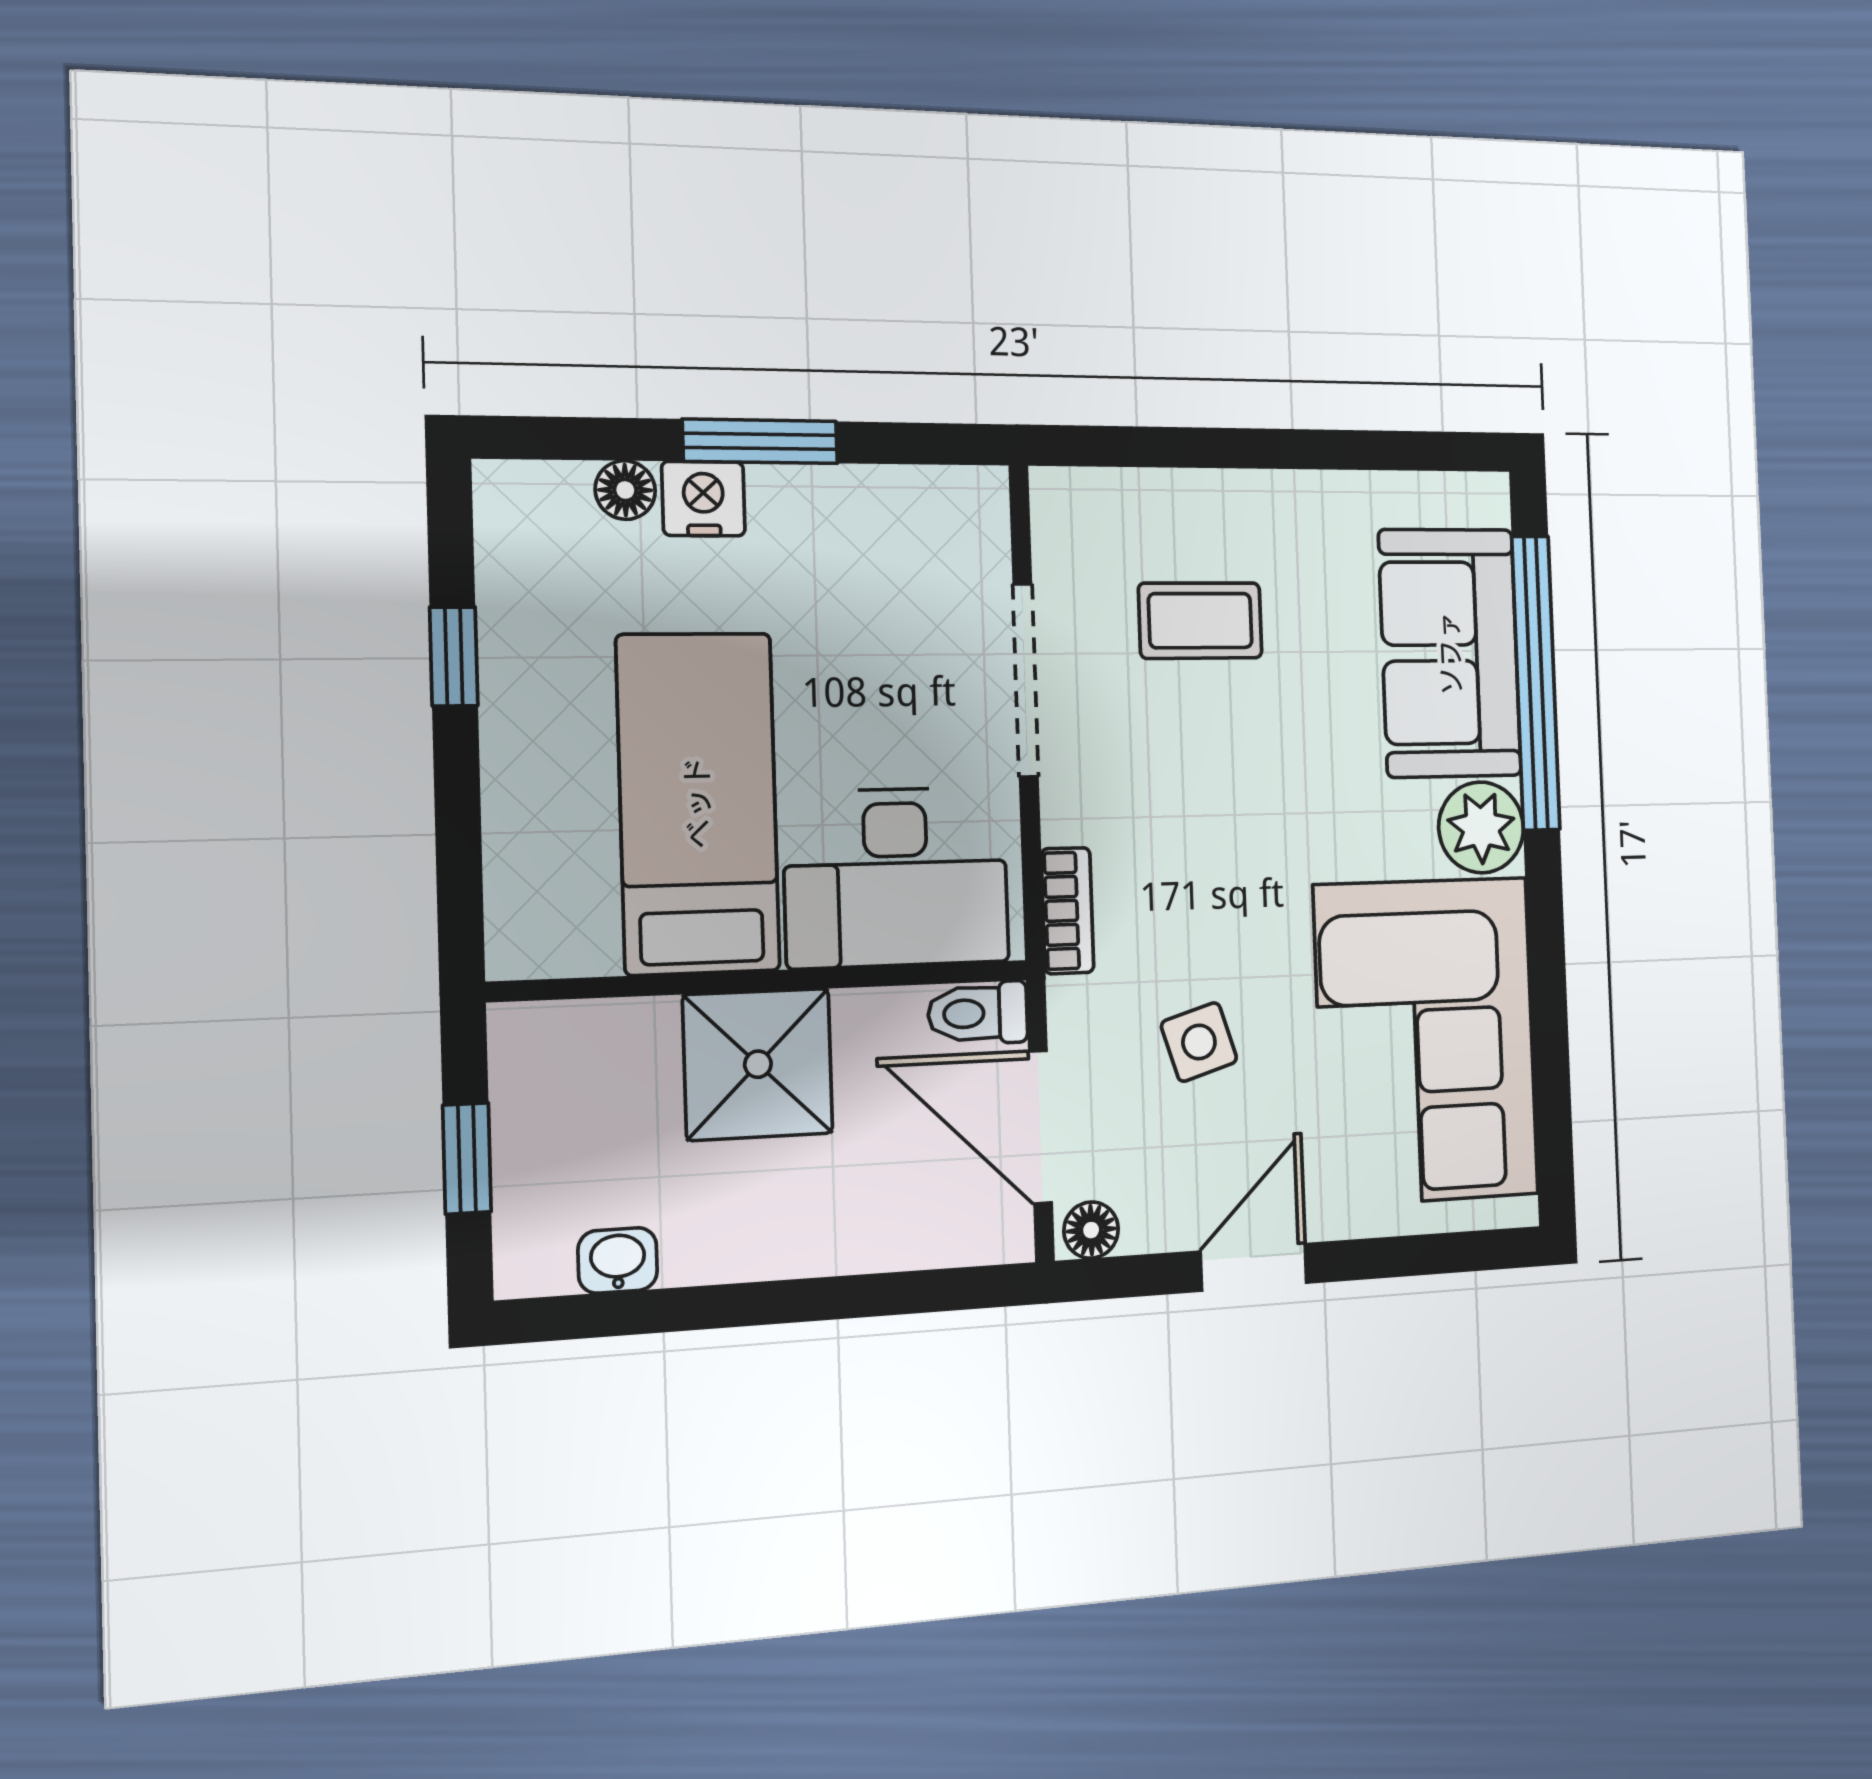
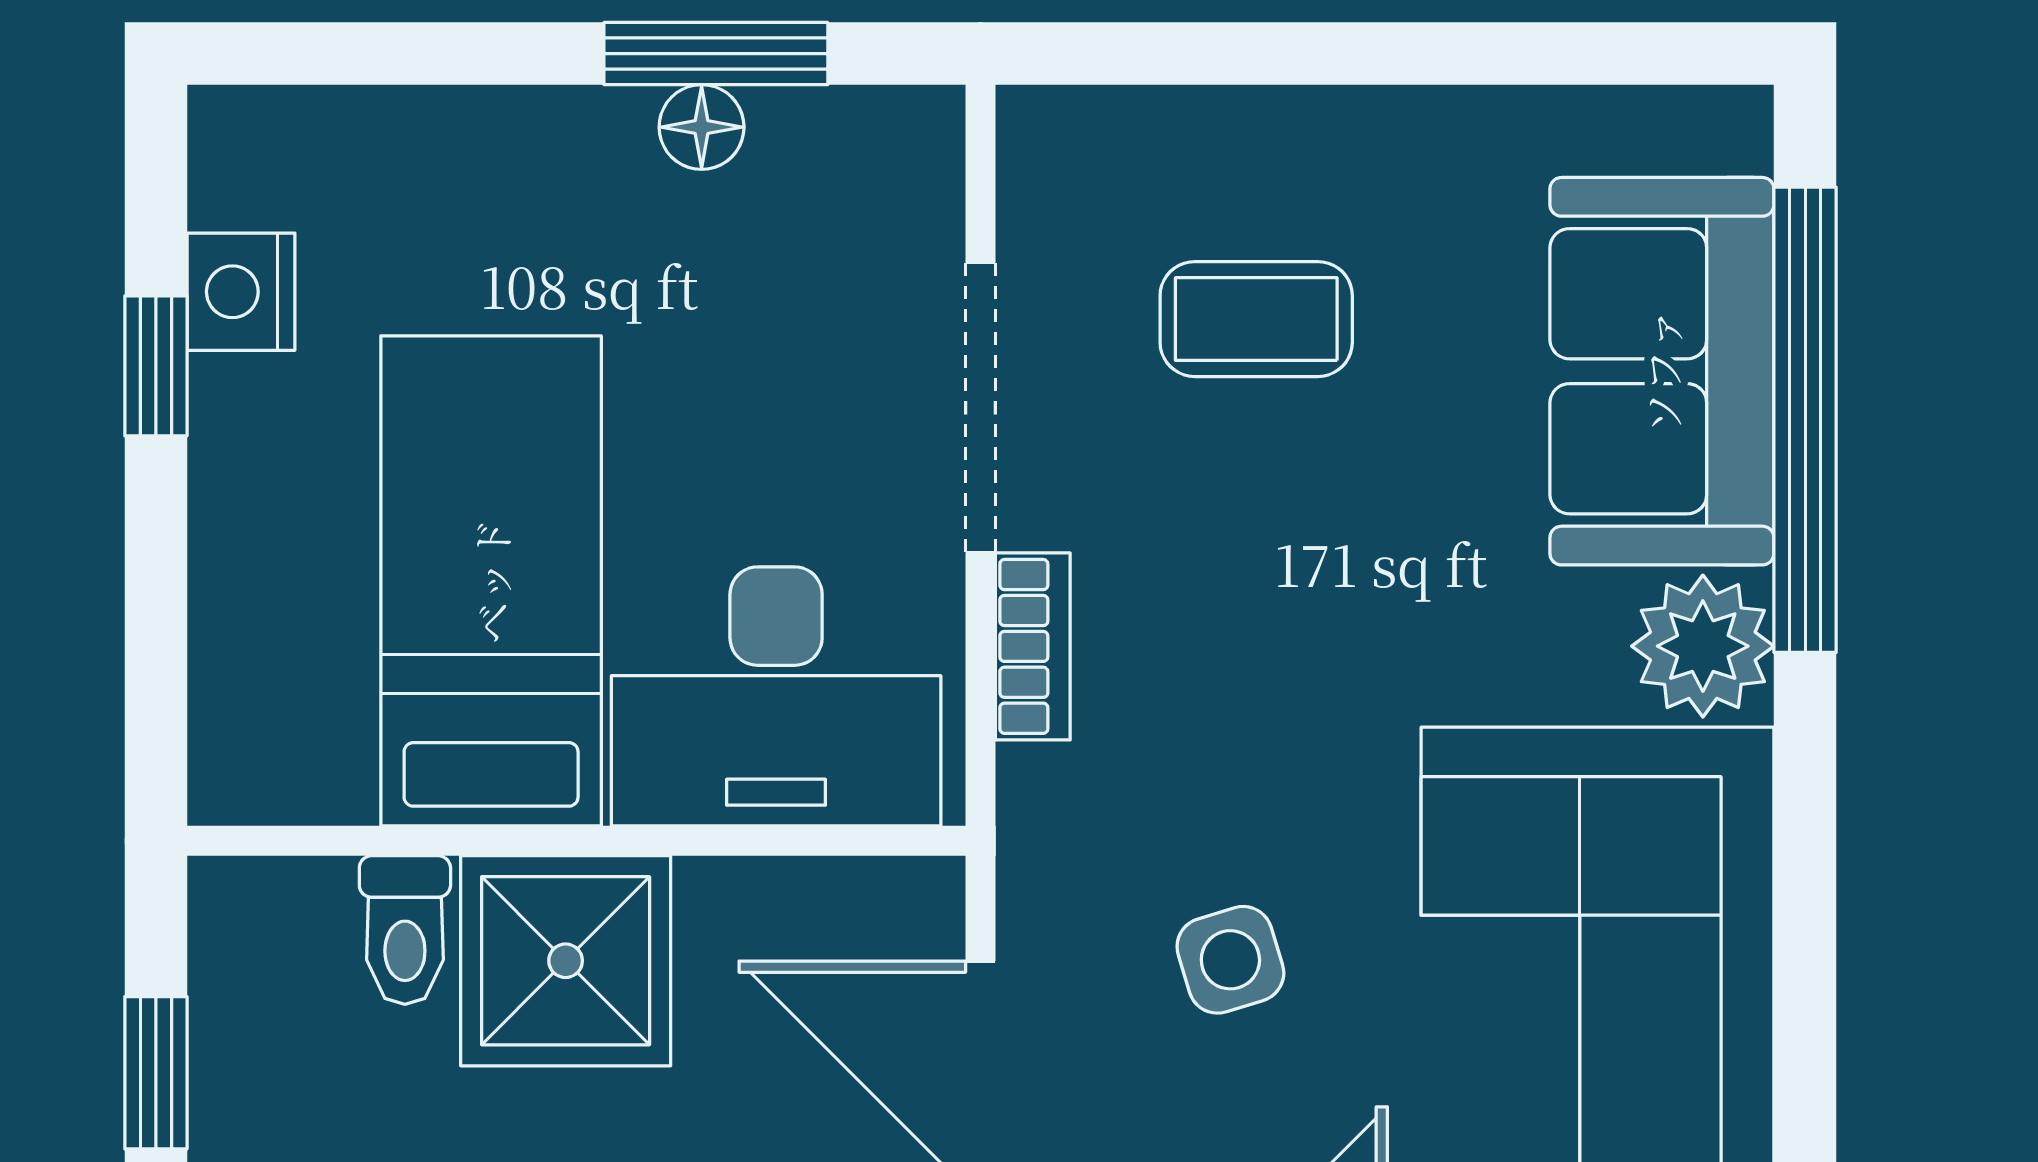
window: (760, 441) -> (716, 54), moved
floor lamp: (625, 490) -> (702, 127), moved
nightstand: (703, 499) -> (241, 292), moved, turned -90
bookcase: (1067, 911) -> (1033, 646), moved
toilet: (978, 1013) -> (405, 930), moved, turned -90

